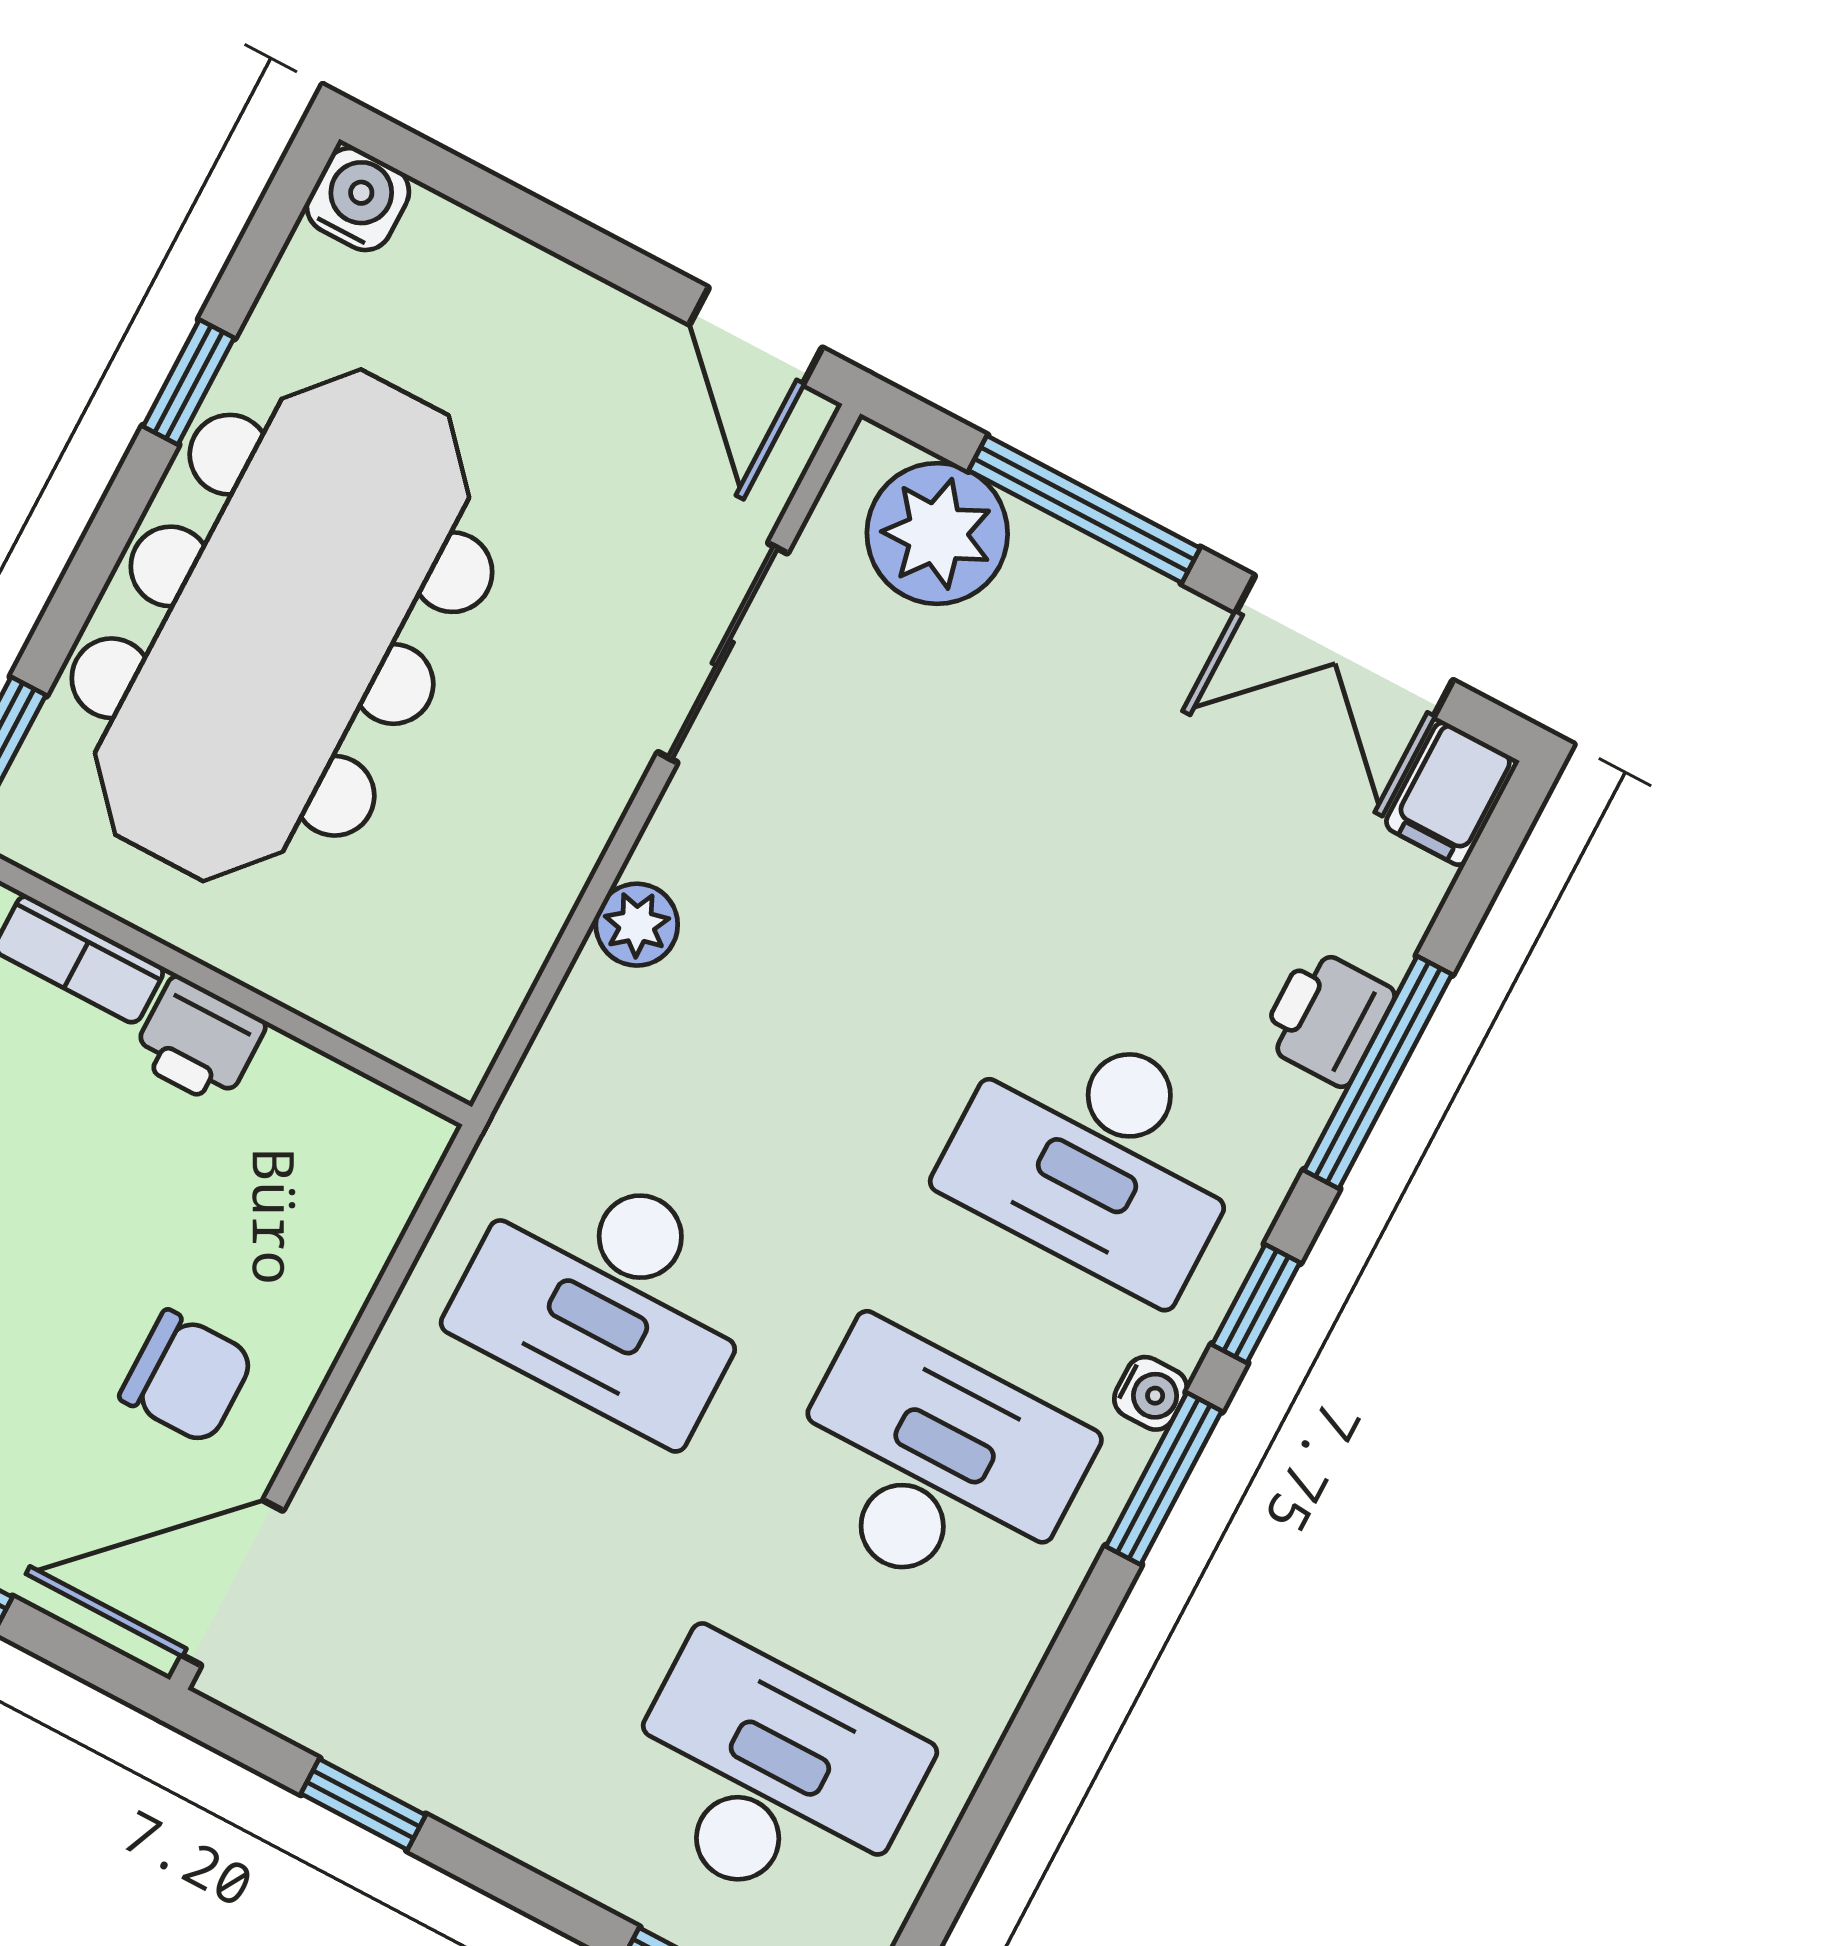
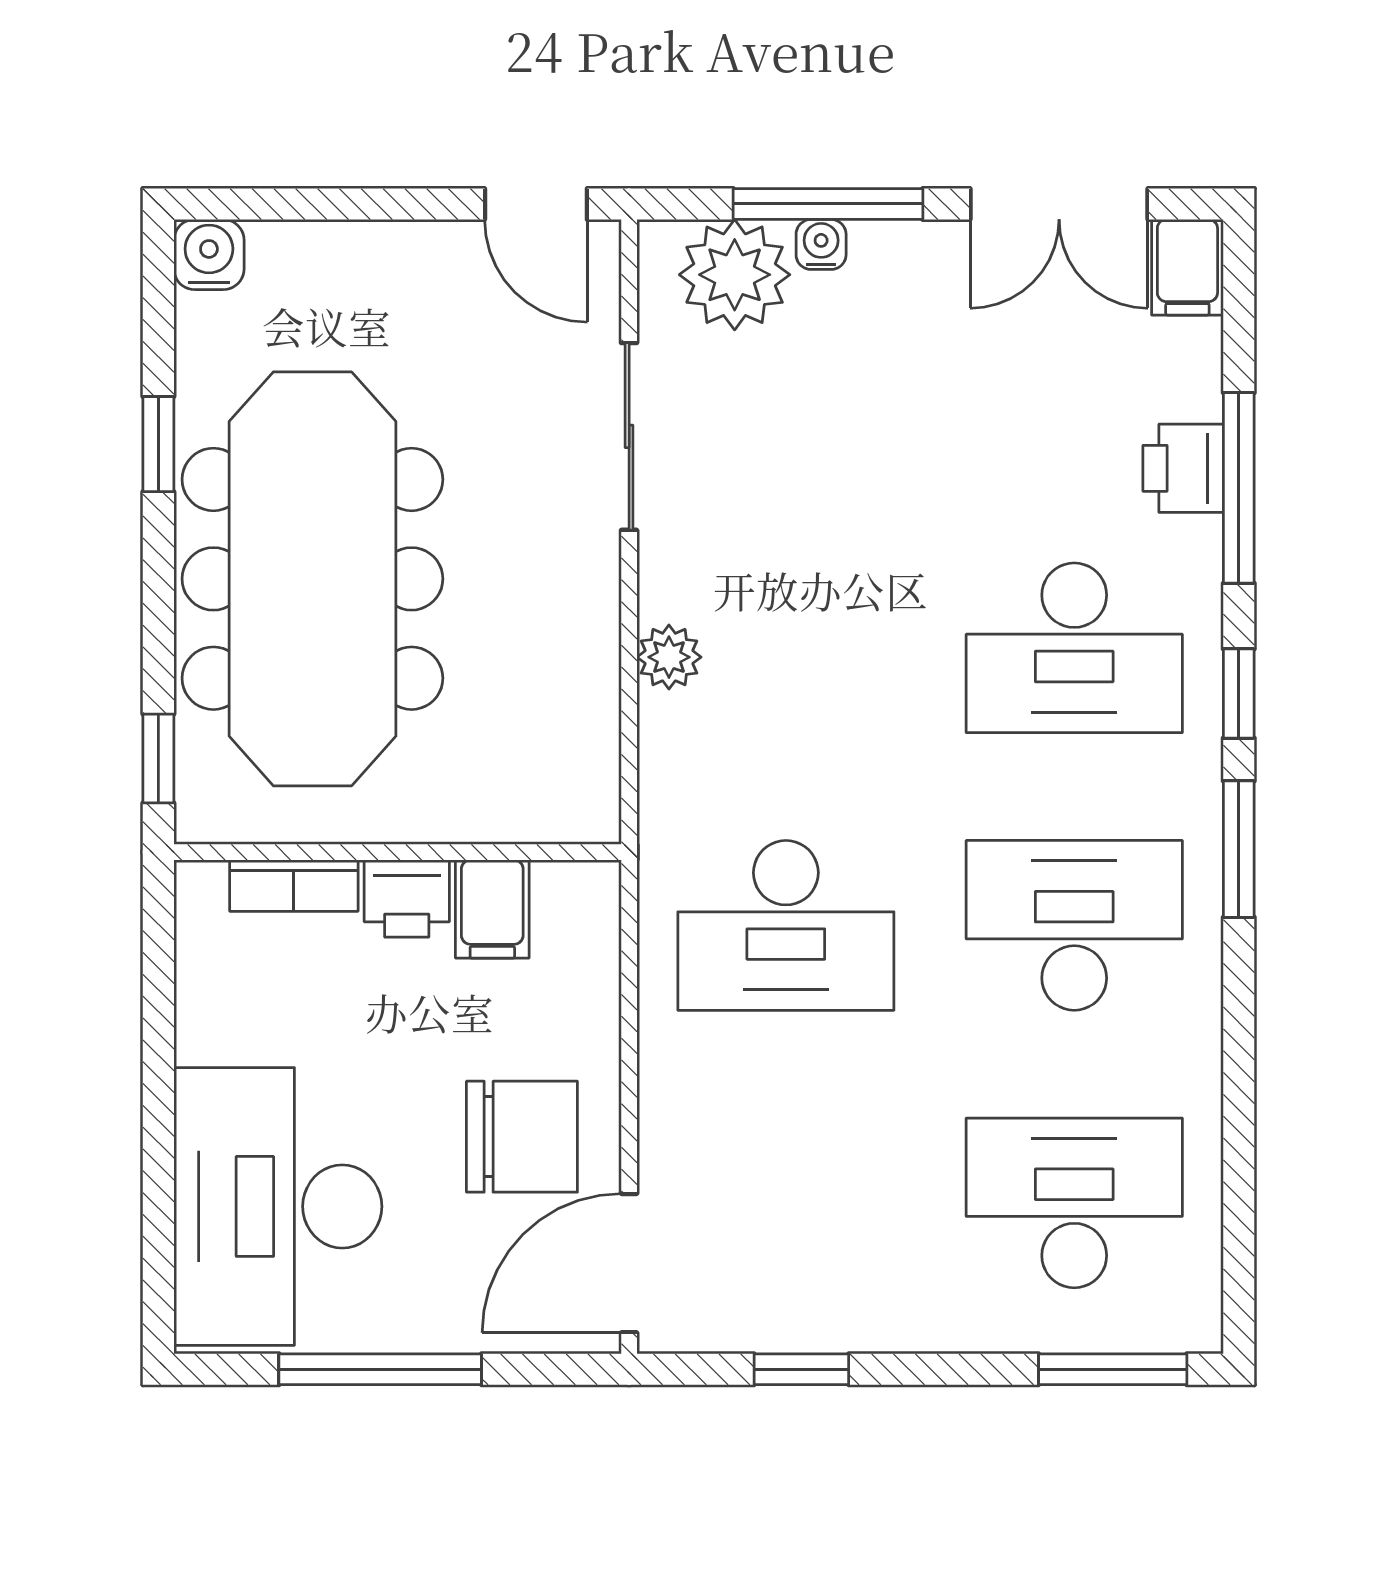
filing cabinet: (289, 1103) -> (492, 909), added
chair: (187, 1377) -> (522, 1137), width x1.37, depth x1.37
water cooler: (1151, 1393) -> (821, 244), moved, turned -90

